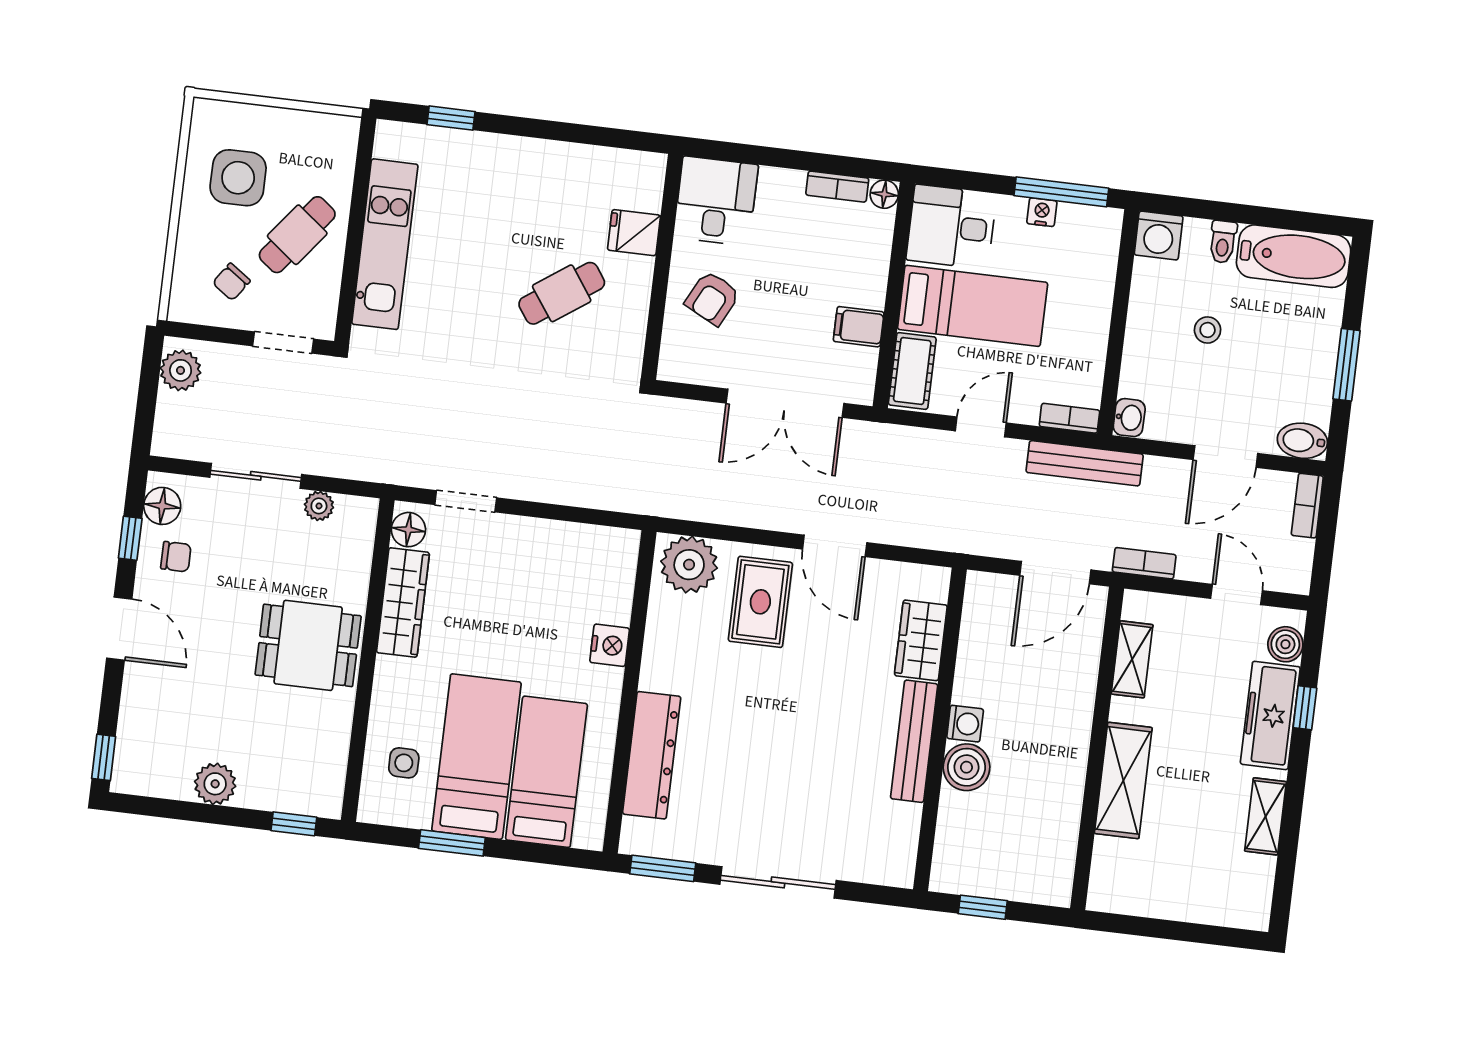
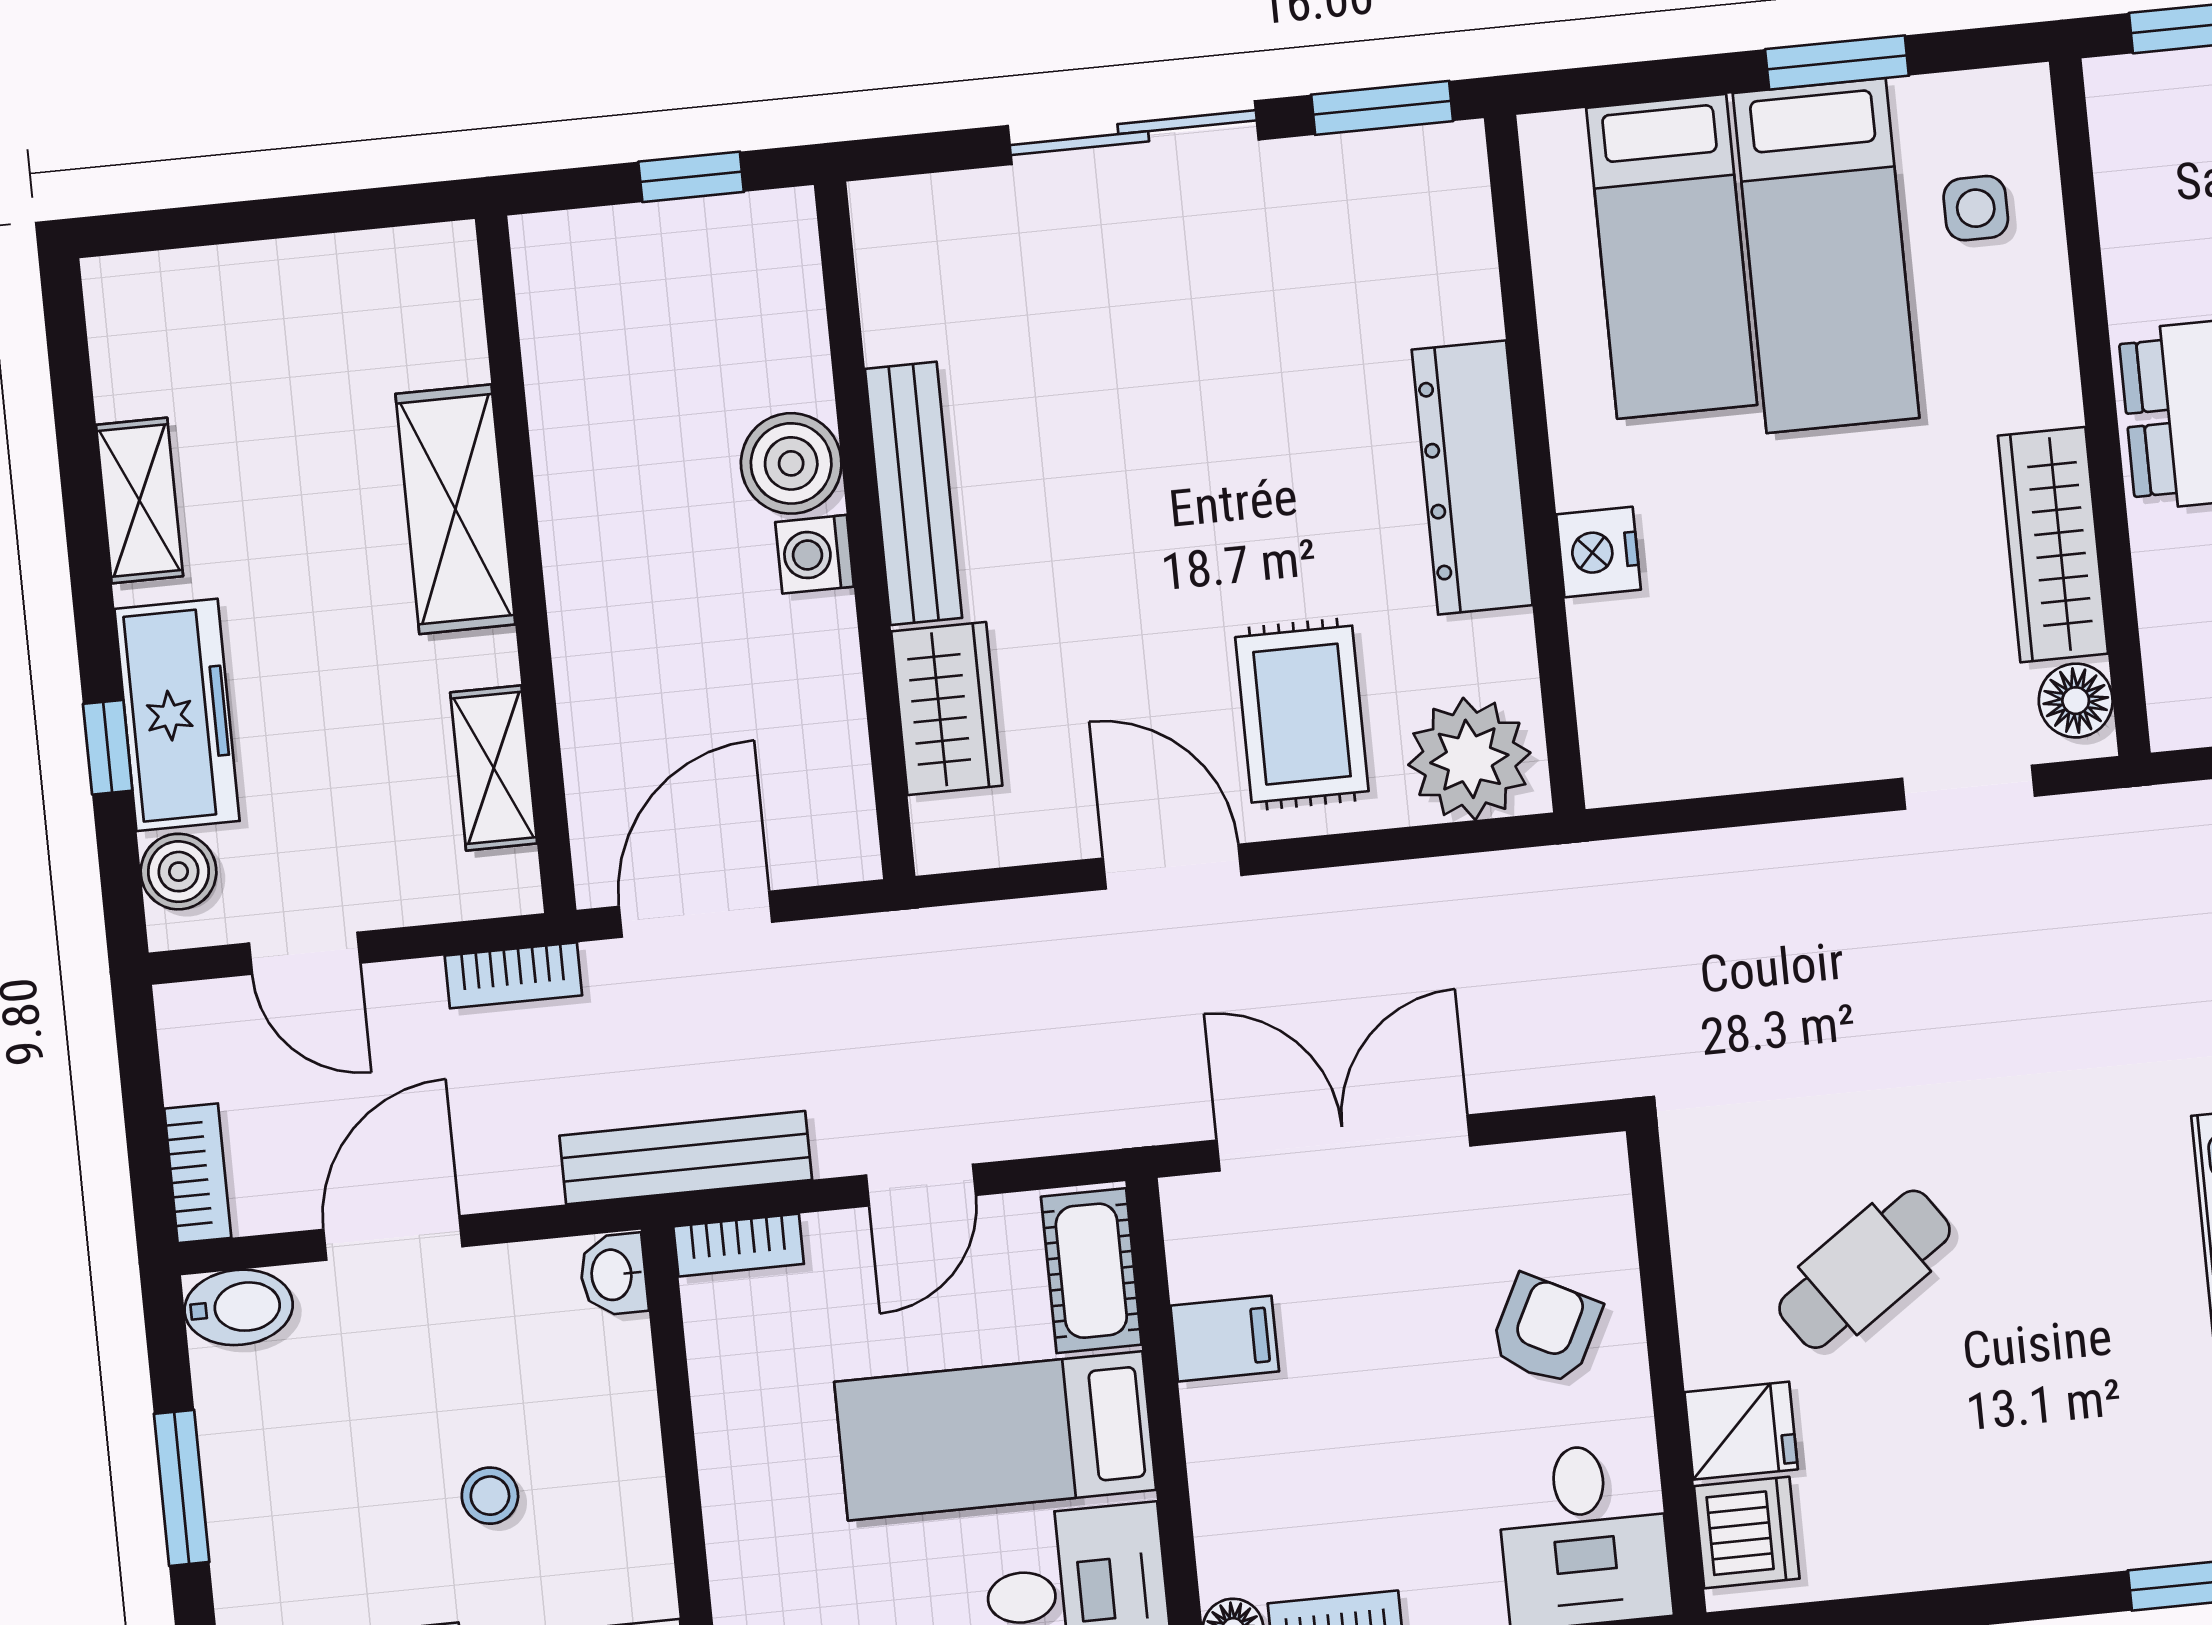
dishwasher: (642, 186) -> (1747, 1532), added
dresser: (652, 755) -> (1472, 477), moved

